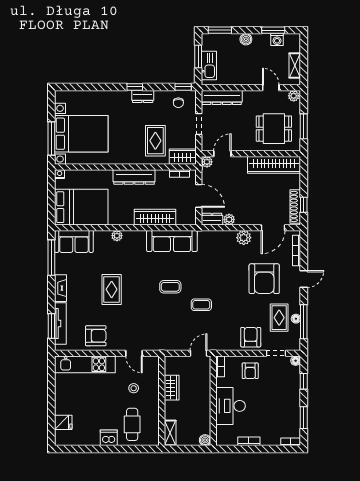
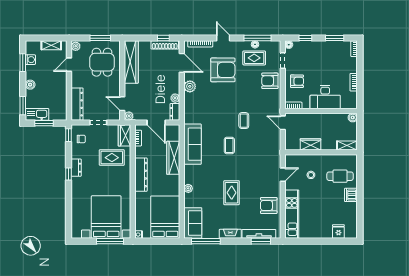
kitchen sink: (209, 66) -> (37, 114), moved
door: (199, 196) -> (156, 123), swing flipped
rug: (112, 289) -> (232, 193), turned 90
armchair: (96, 336) -> (269, 205), turned -90

